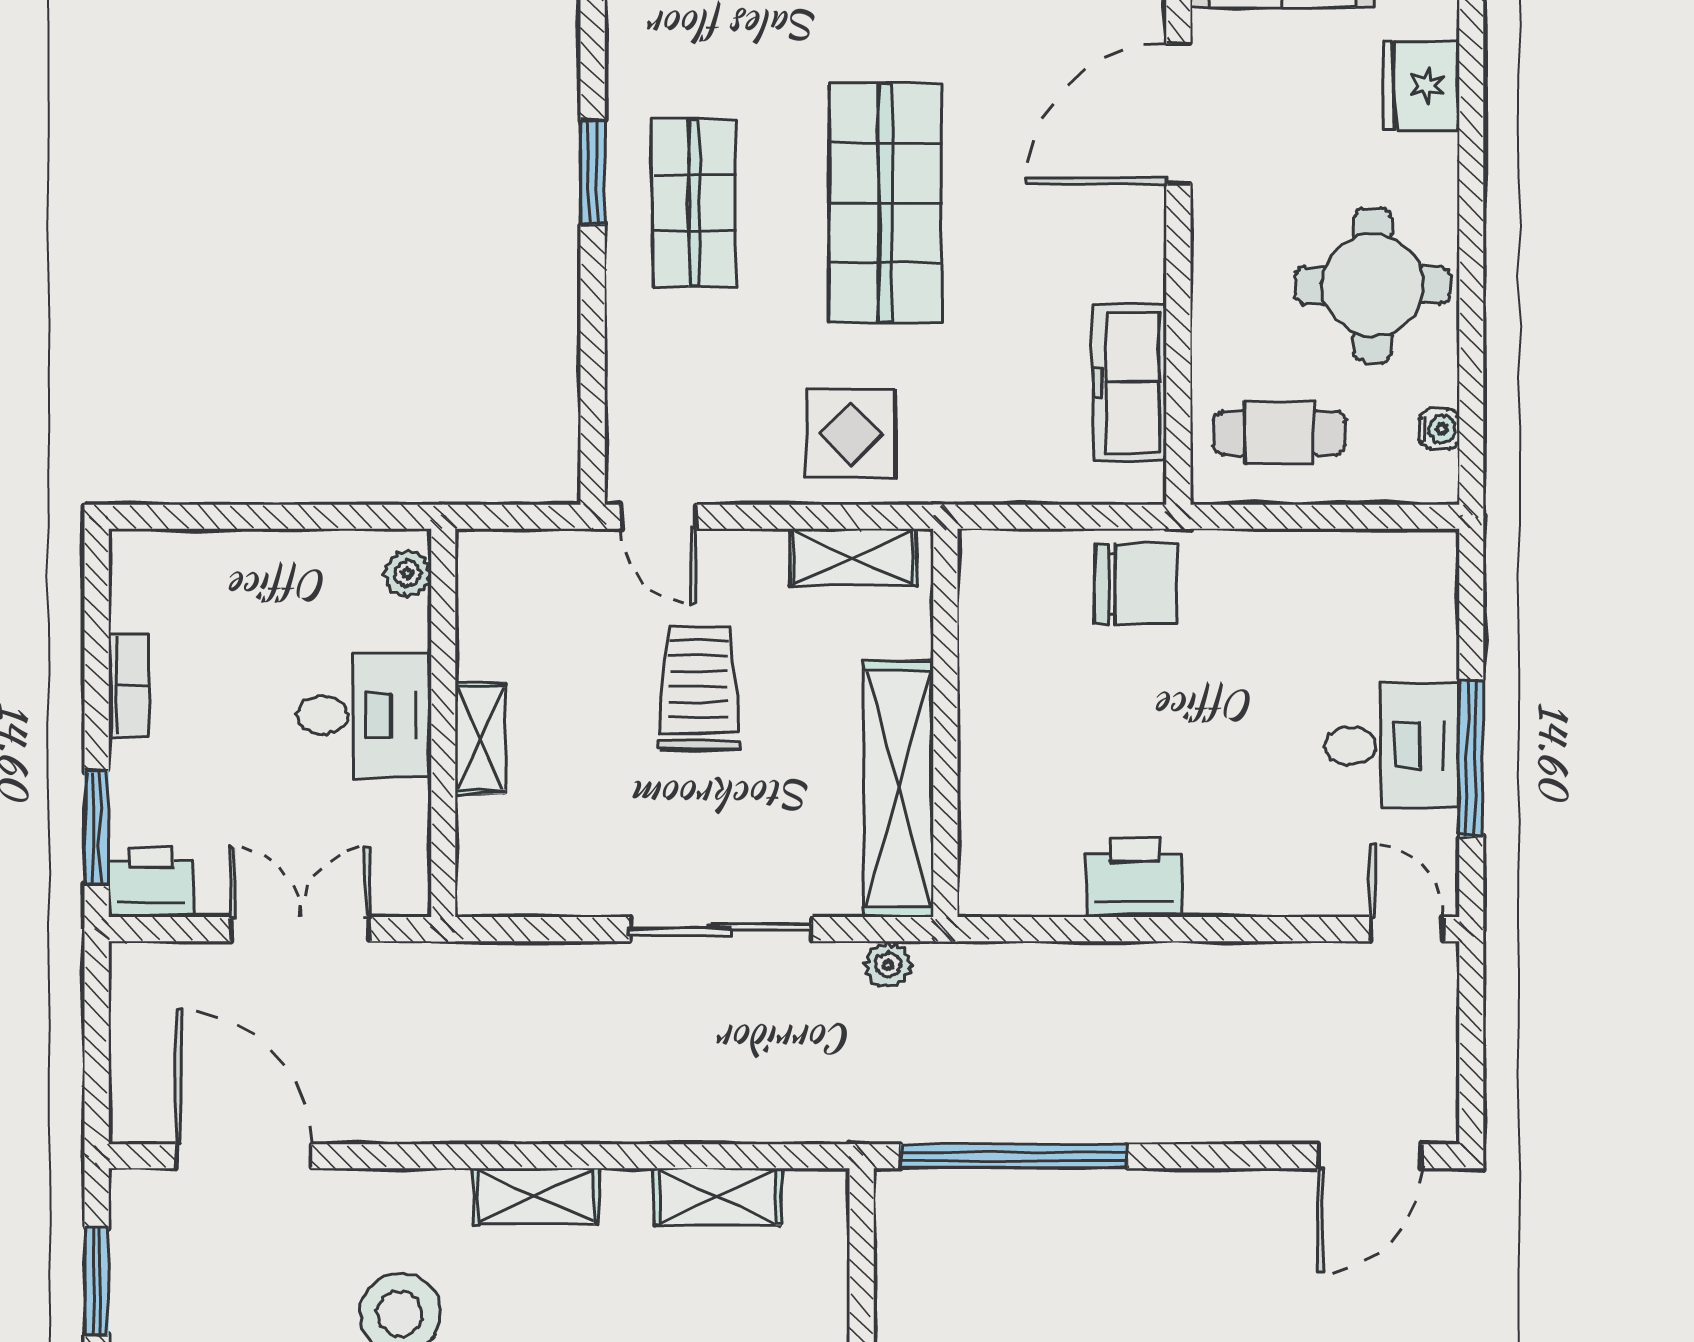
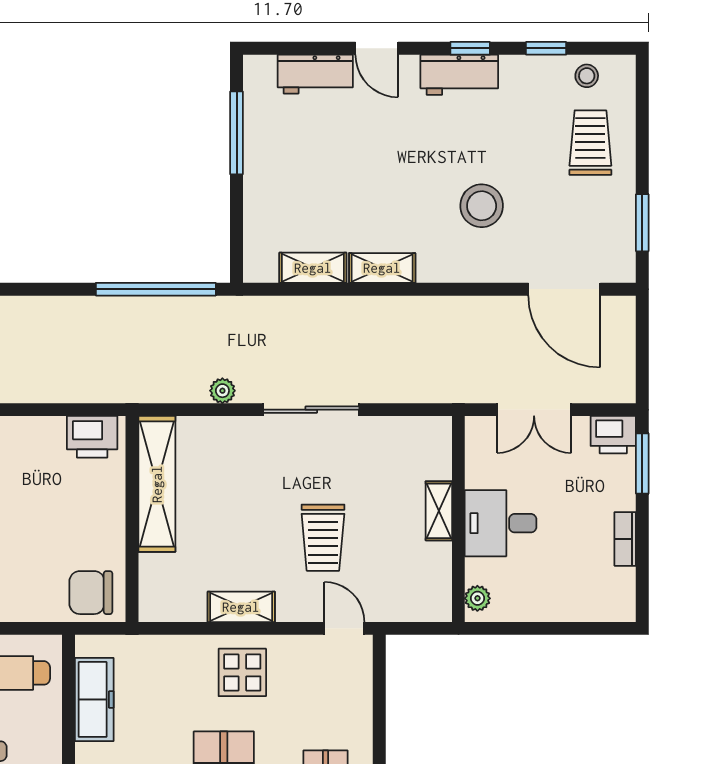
wall: (945, 723) -> (132, 519), moved
shelving: (898, 789) -> (157, 484), moved
shelving: (536, 1196) -> (382, 268), moved

